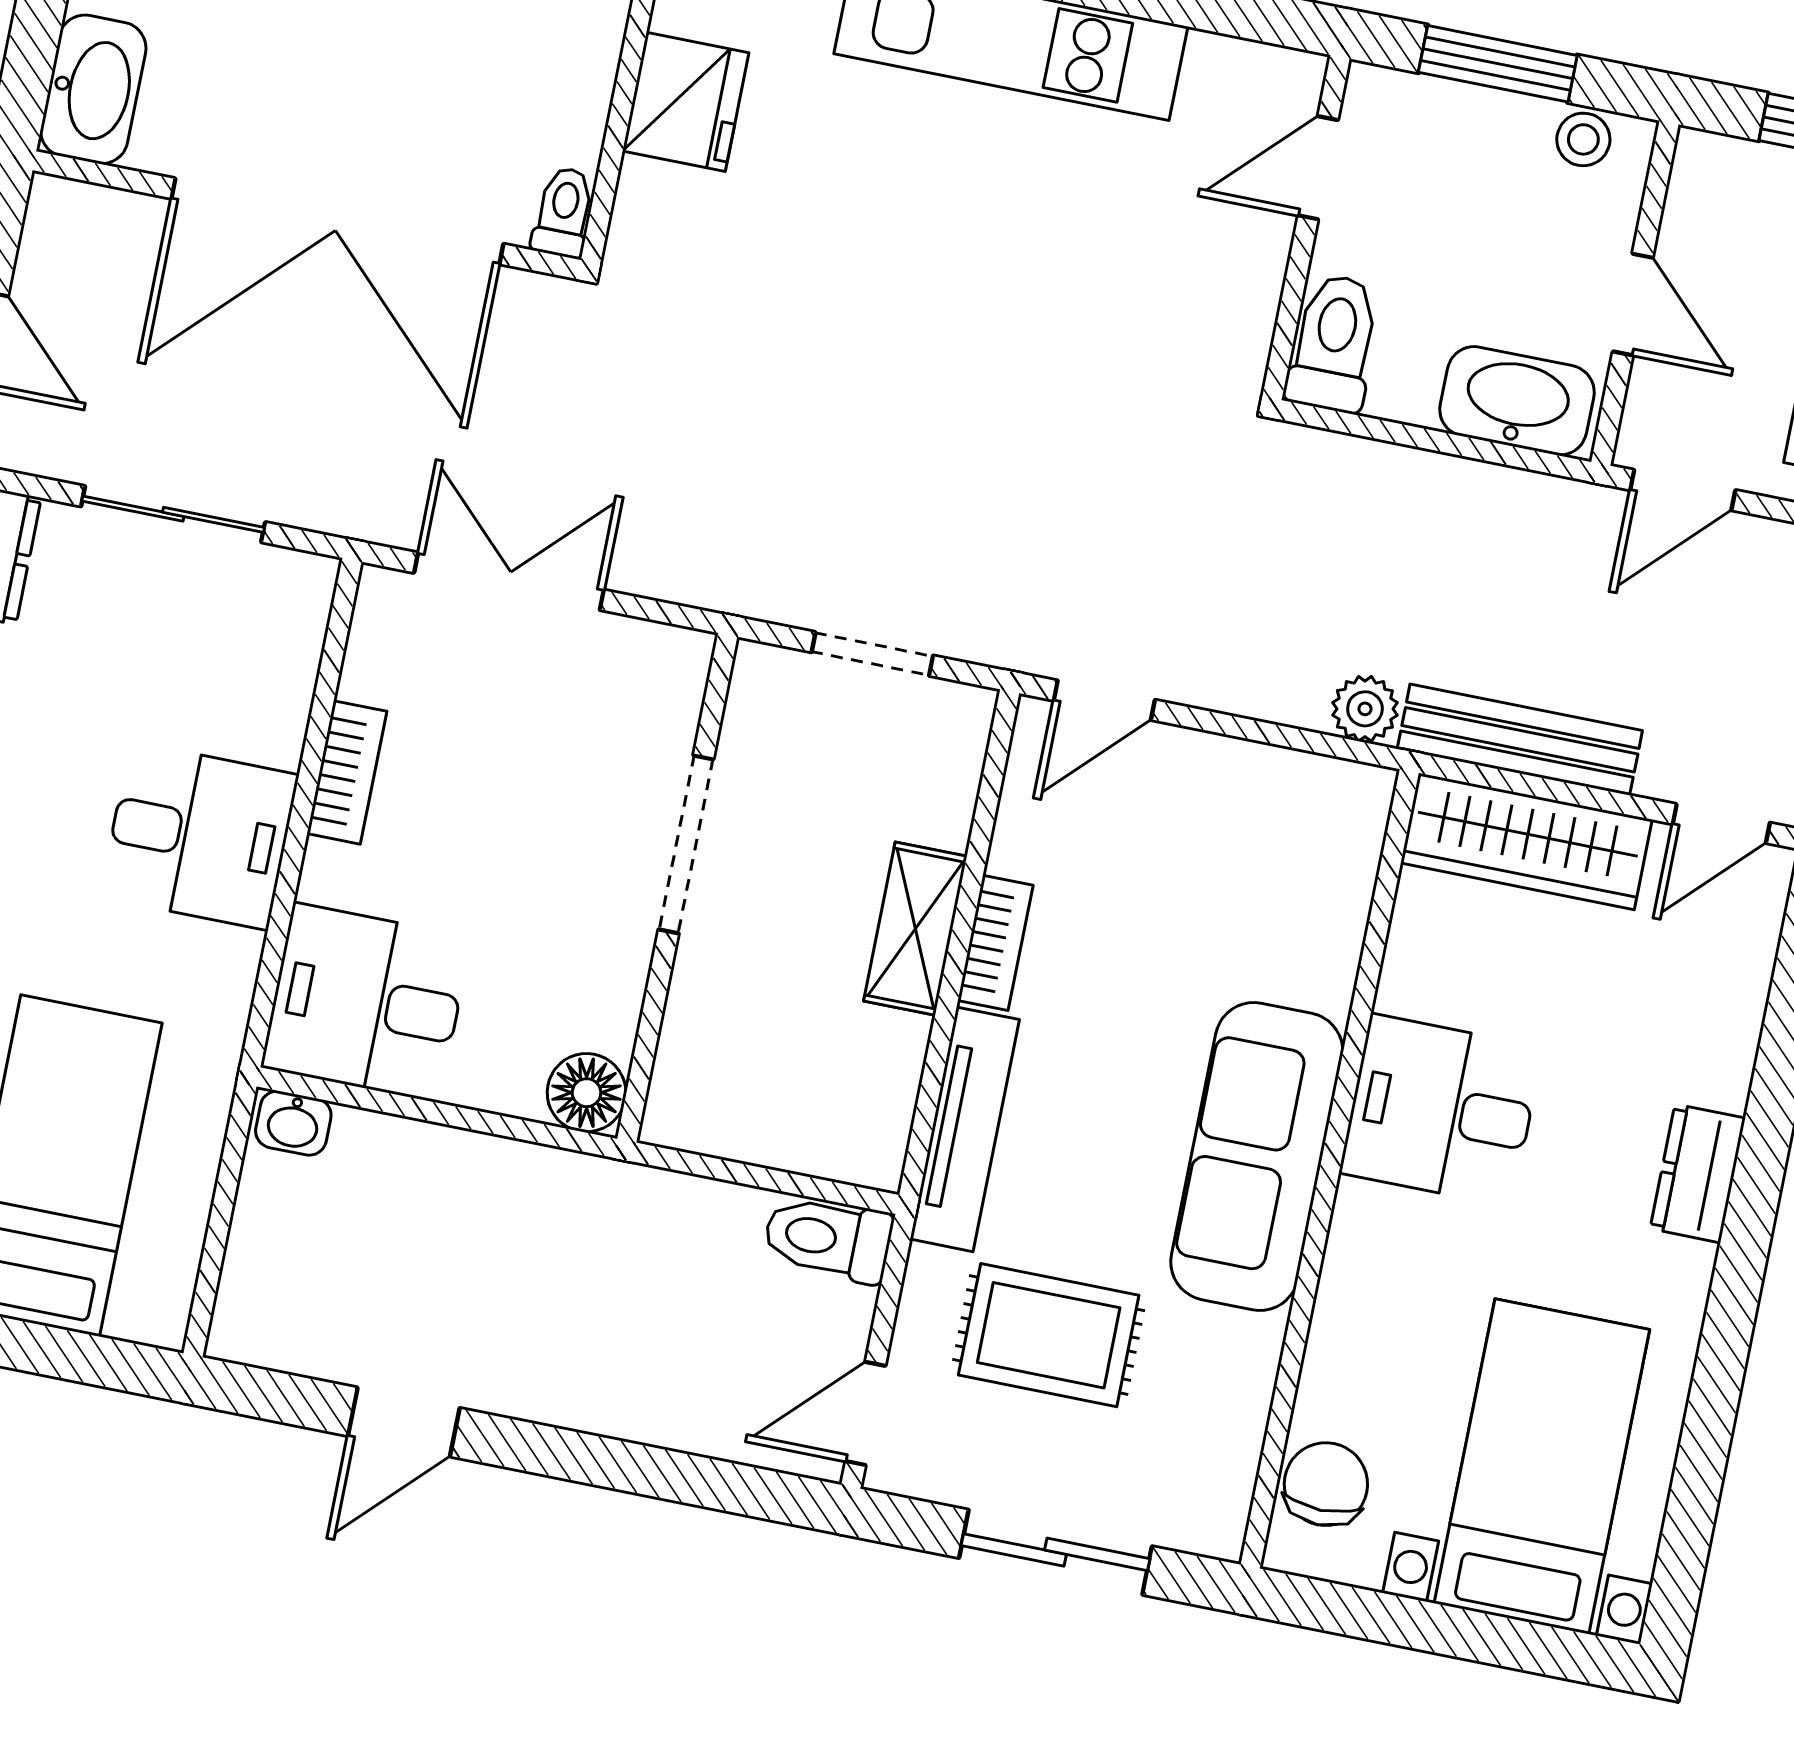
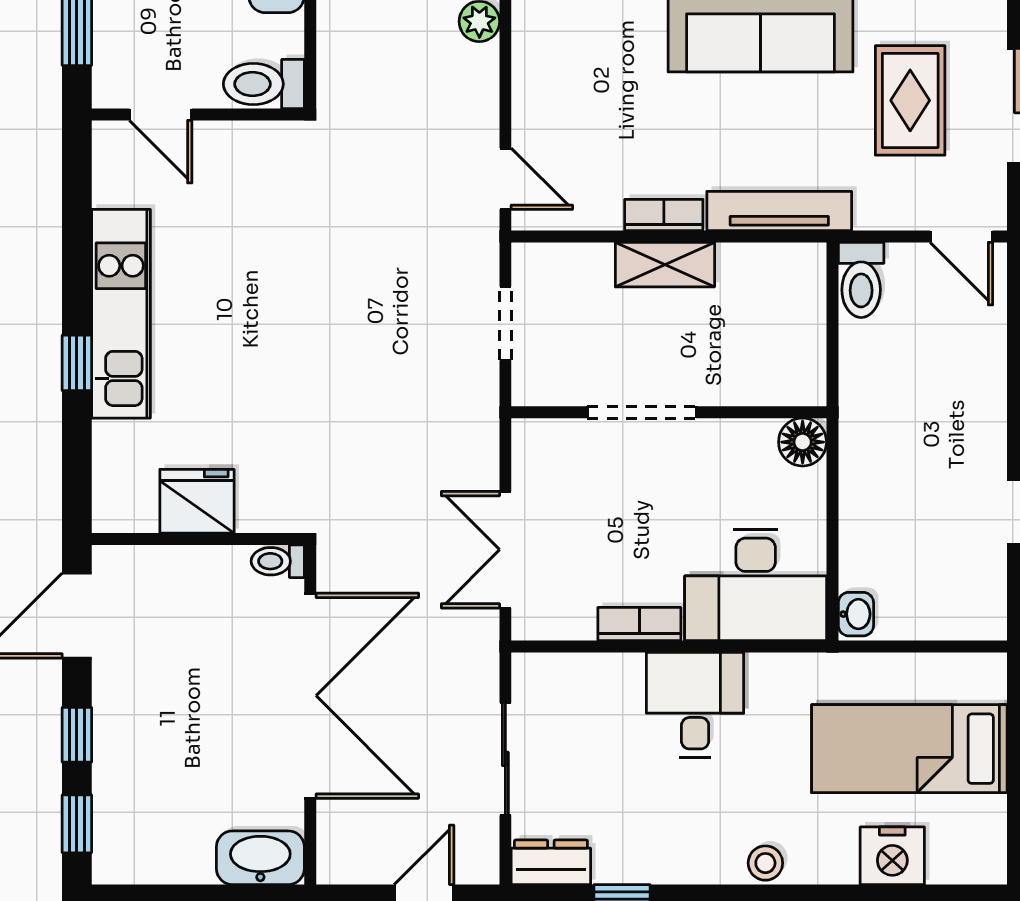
desk: (366, 1002) -> (756, 585), width x1.37
rug: (1049, 1335) -> (910, 100), moved

